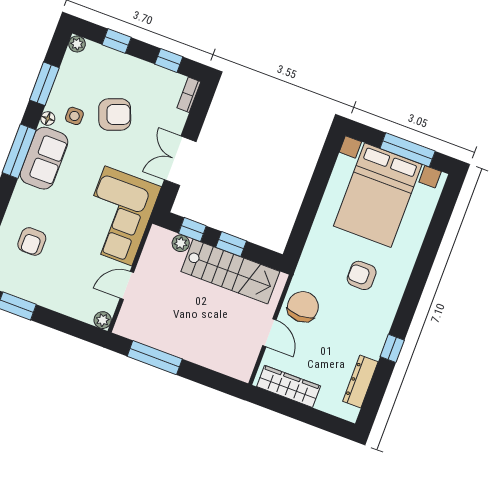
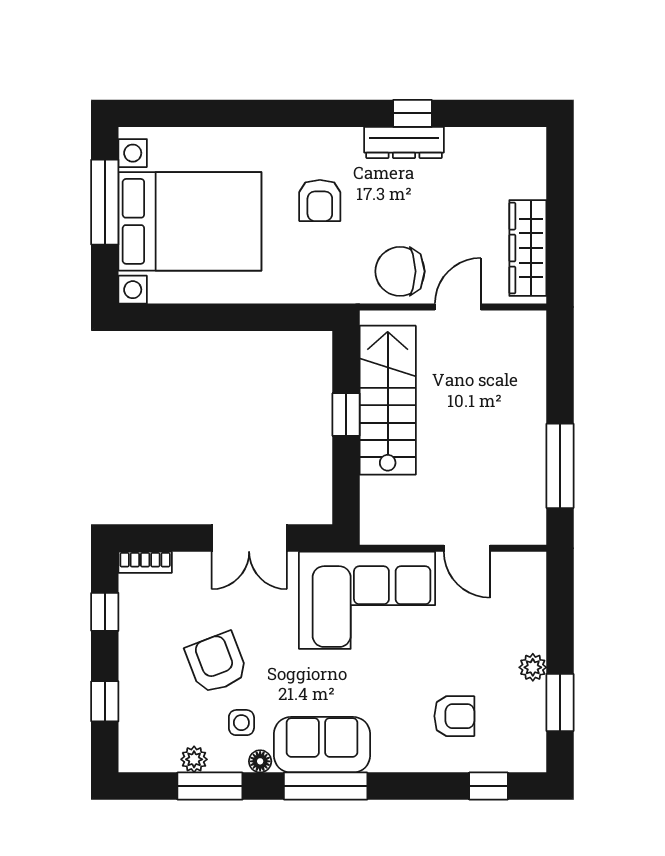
plant: (77, 44) -> (194, 759), moved
window: (192, 230) -> (346, 481), removed
plant: (181, 243) -> (373, 491), removed
plant: (103, 320) -> (533, 667), moved
dresser: (360, 382) -> (404, 143), moved

